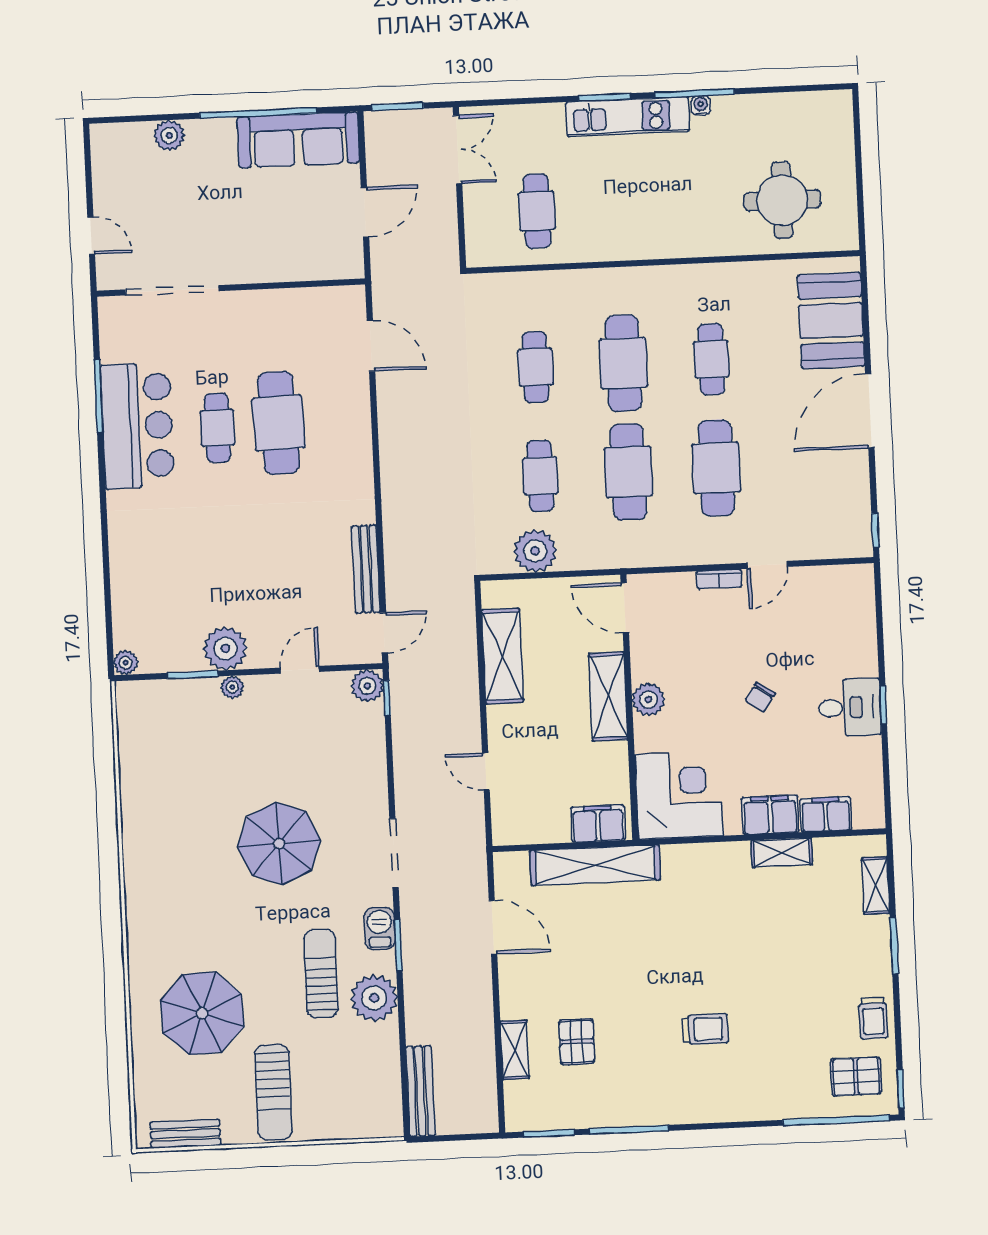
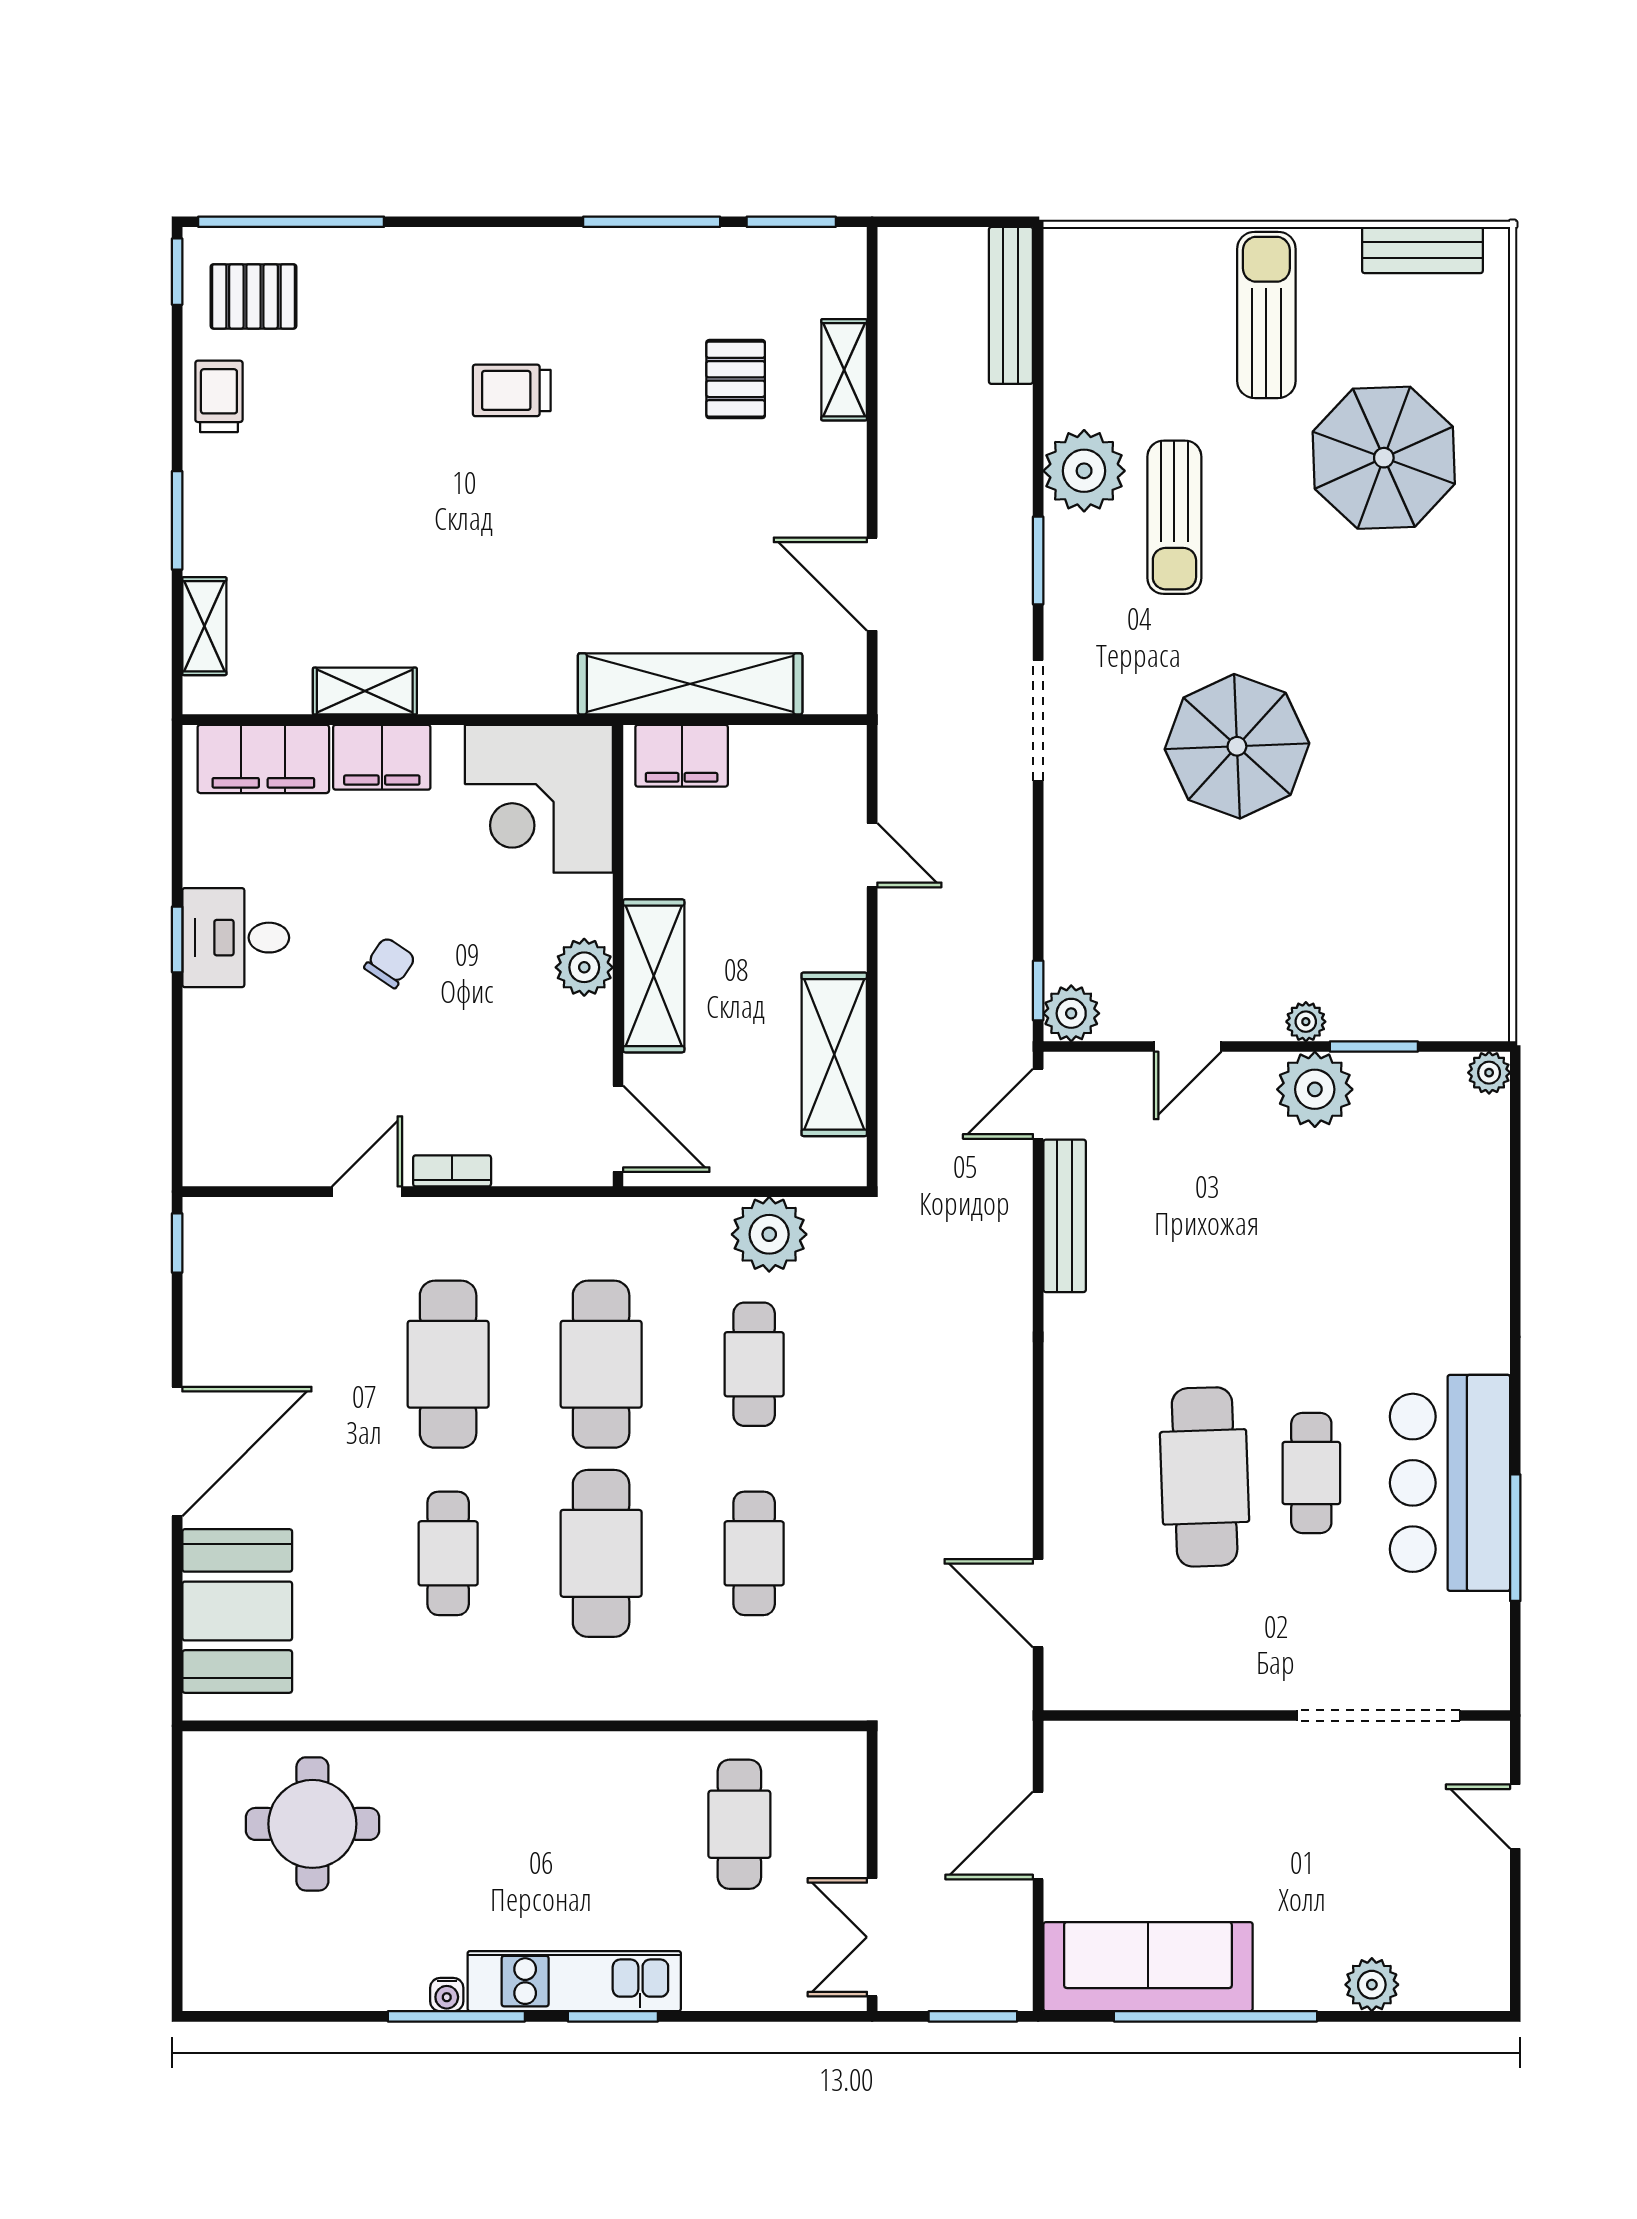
filing cabinet: (826, 814) -> (263, 759), width x1.50, depth x1.17
barbecue: (380, 929) -> (1069, 591), removed

